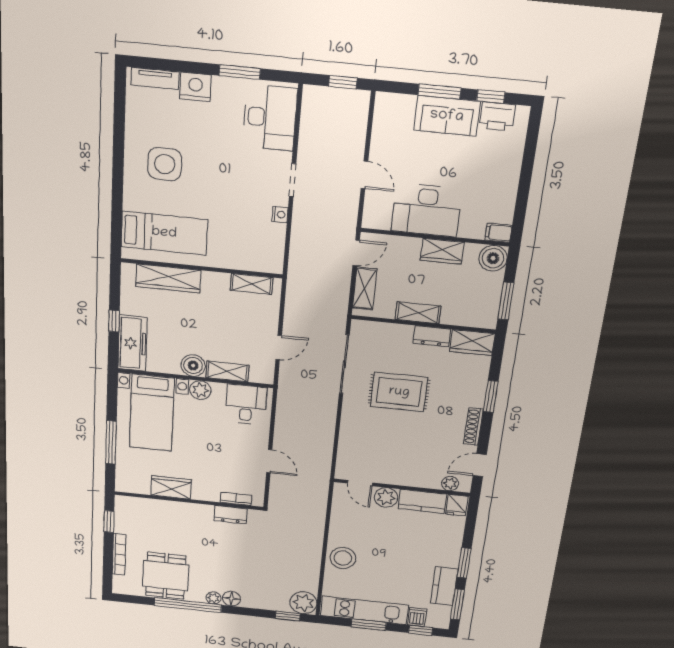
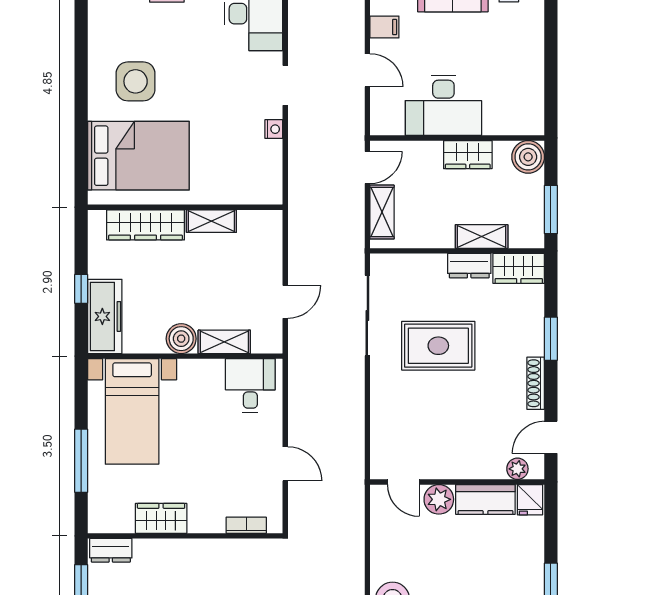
bed: (164, 233) -> (138, 156), width x1.50
filing cabinet: (499, 233) -> (384, 27), moved, turned 180
shelving: (252, 284) -> (211, 221), moved
shelving: (418, 313) -> (482, 237), moved
plant: (200, 390) -> (192, 372), removed
dresser: (231, 515) -> (111, 550), moved

